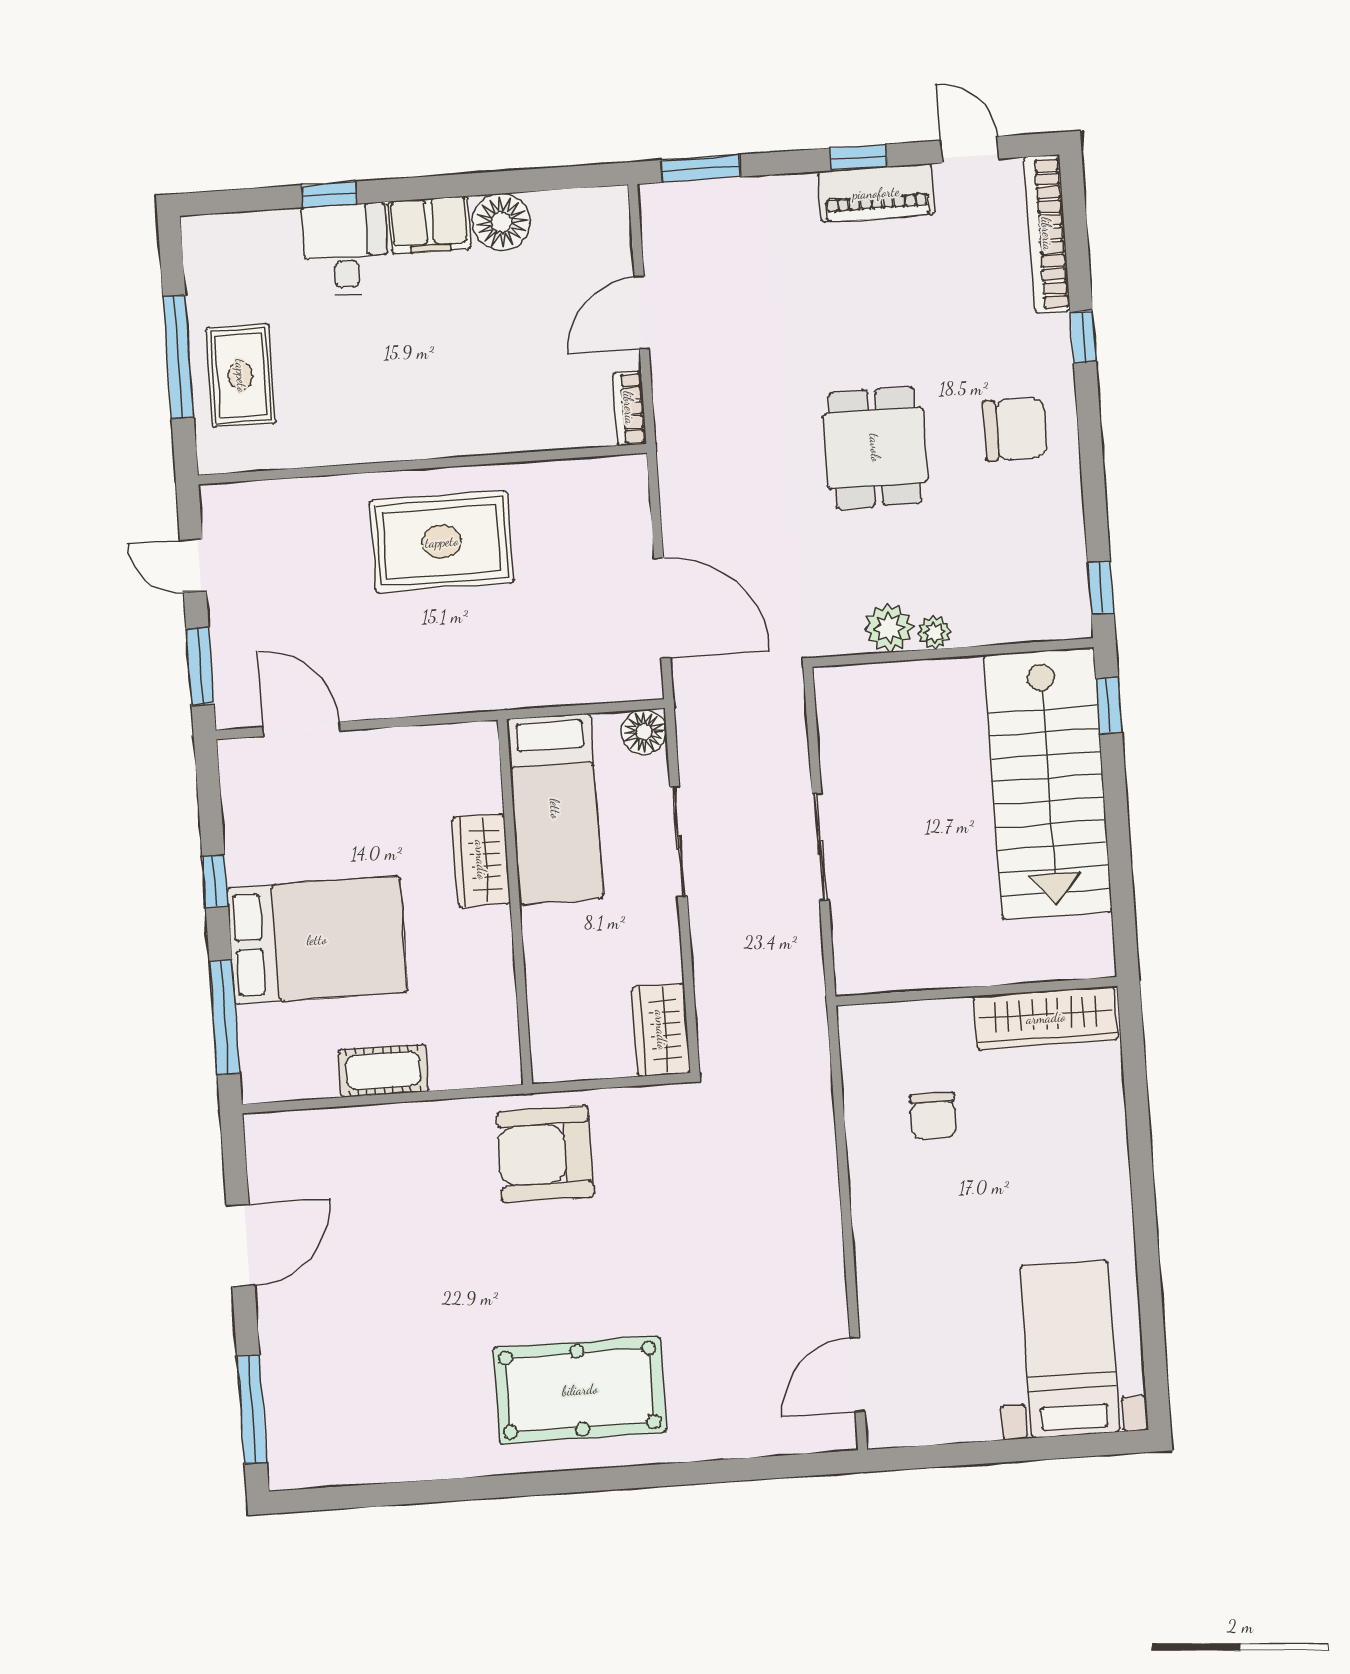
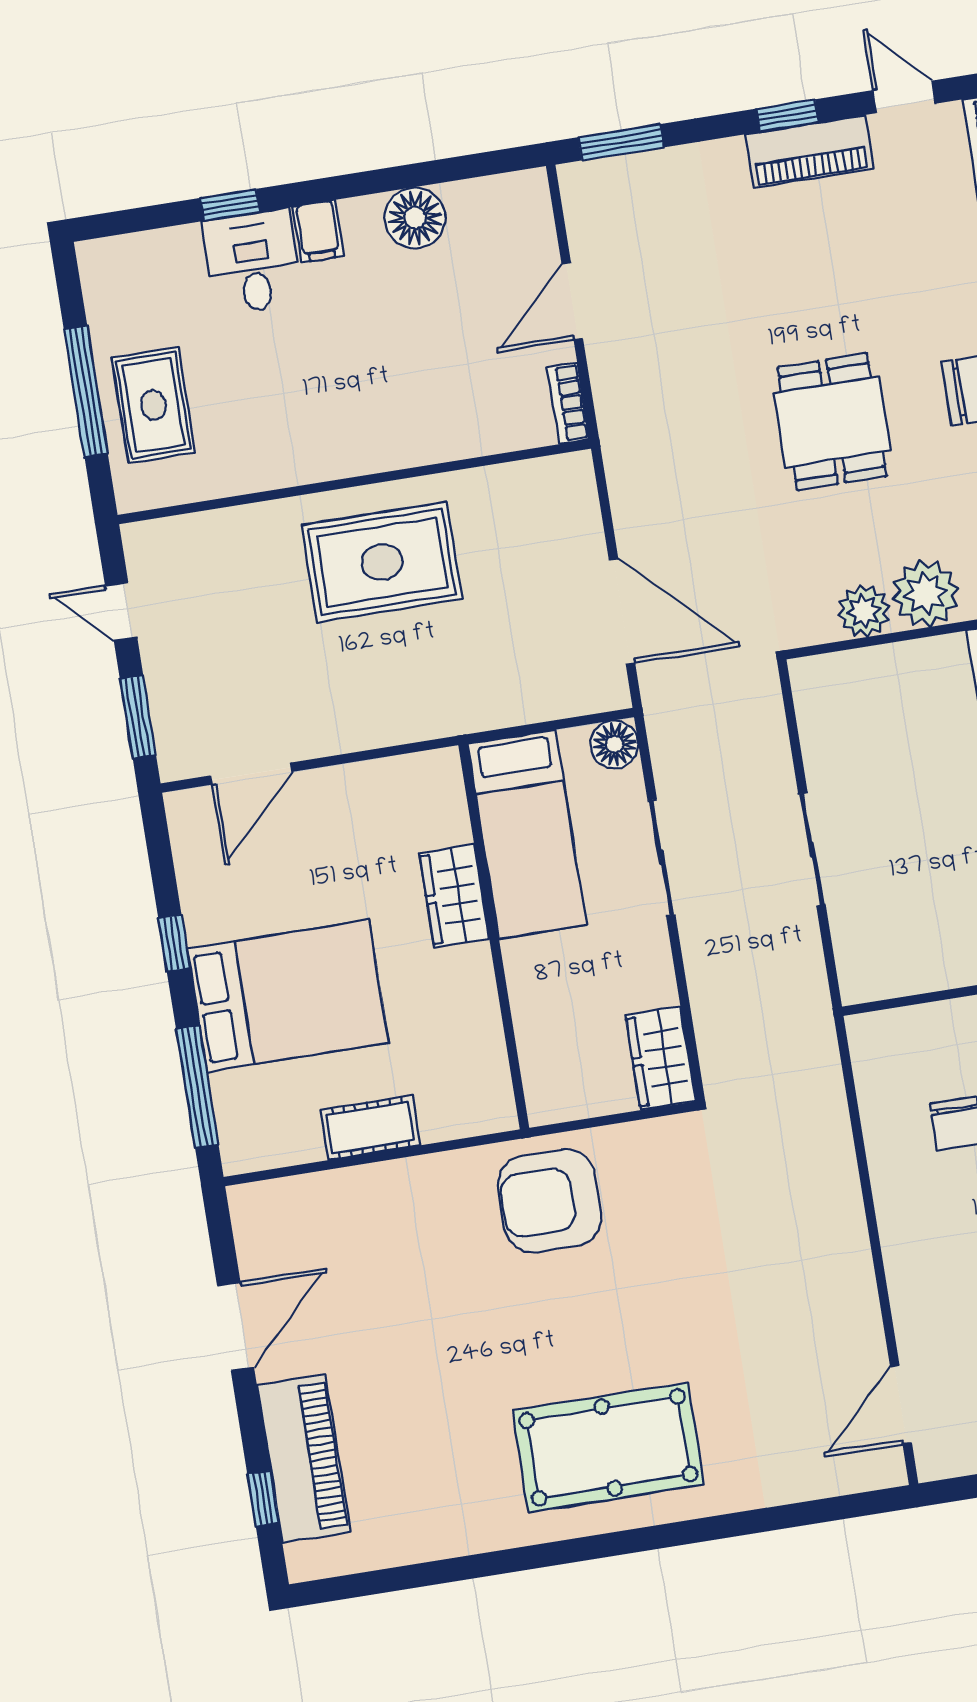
filing cabinet: (429, 225) -> (318, 231), width x0.50
plant: (934, 632) -> (925, 593), width x1.88, depth x1.88
door: (301, 729) -> (251, 774), swing flipped
piano: (293, 1375) -> (304, 1459), added
window: (252, 1409) -> (263, 1498), width x0.46

